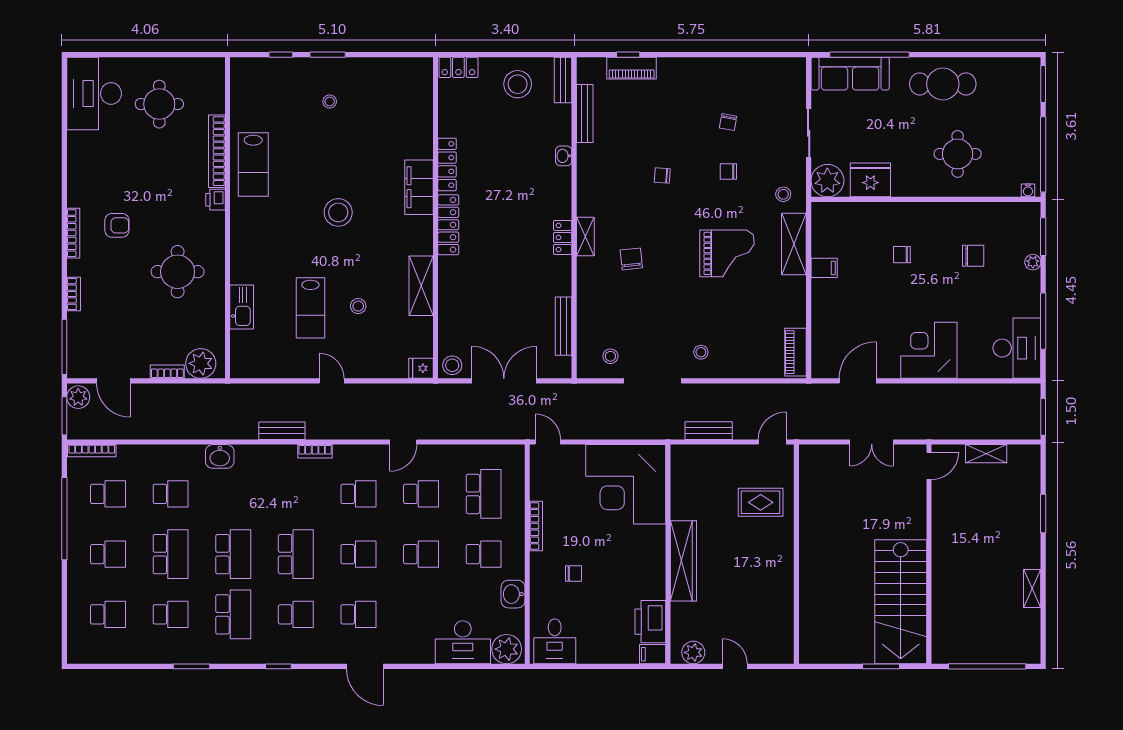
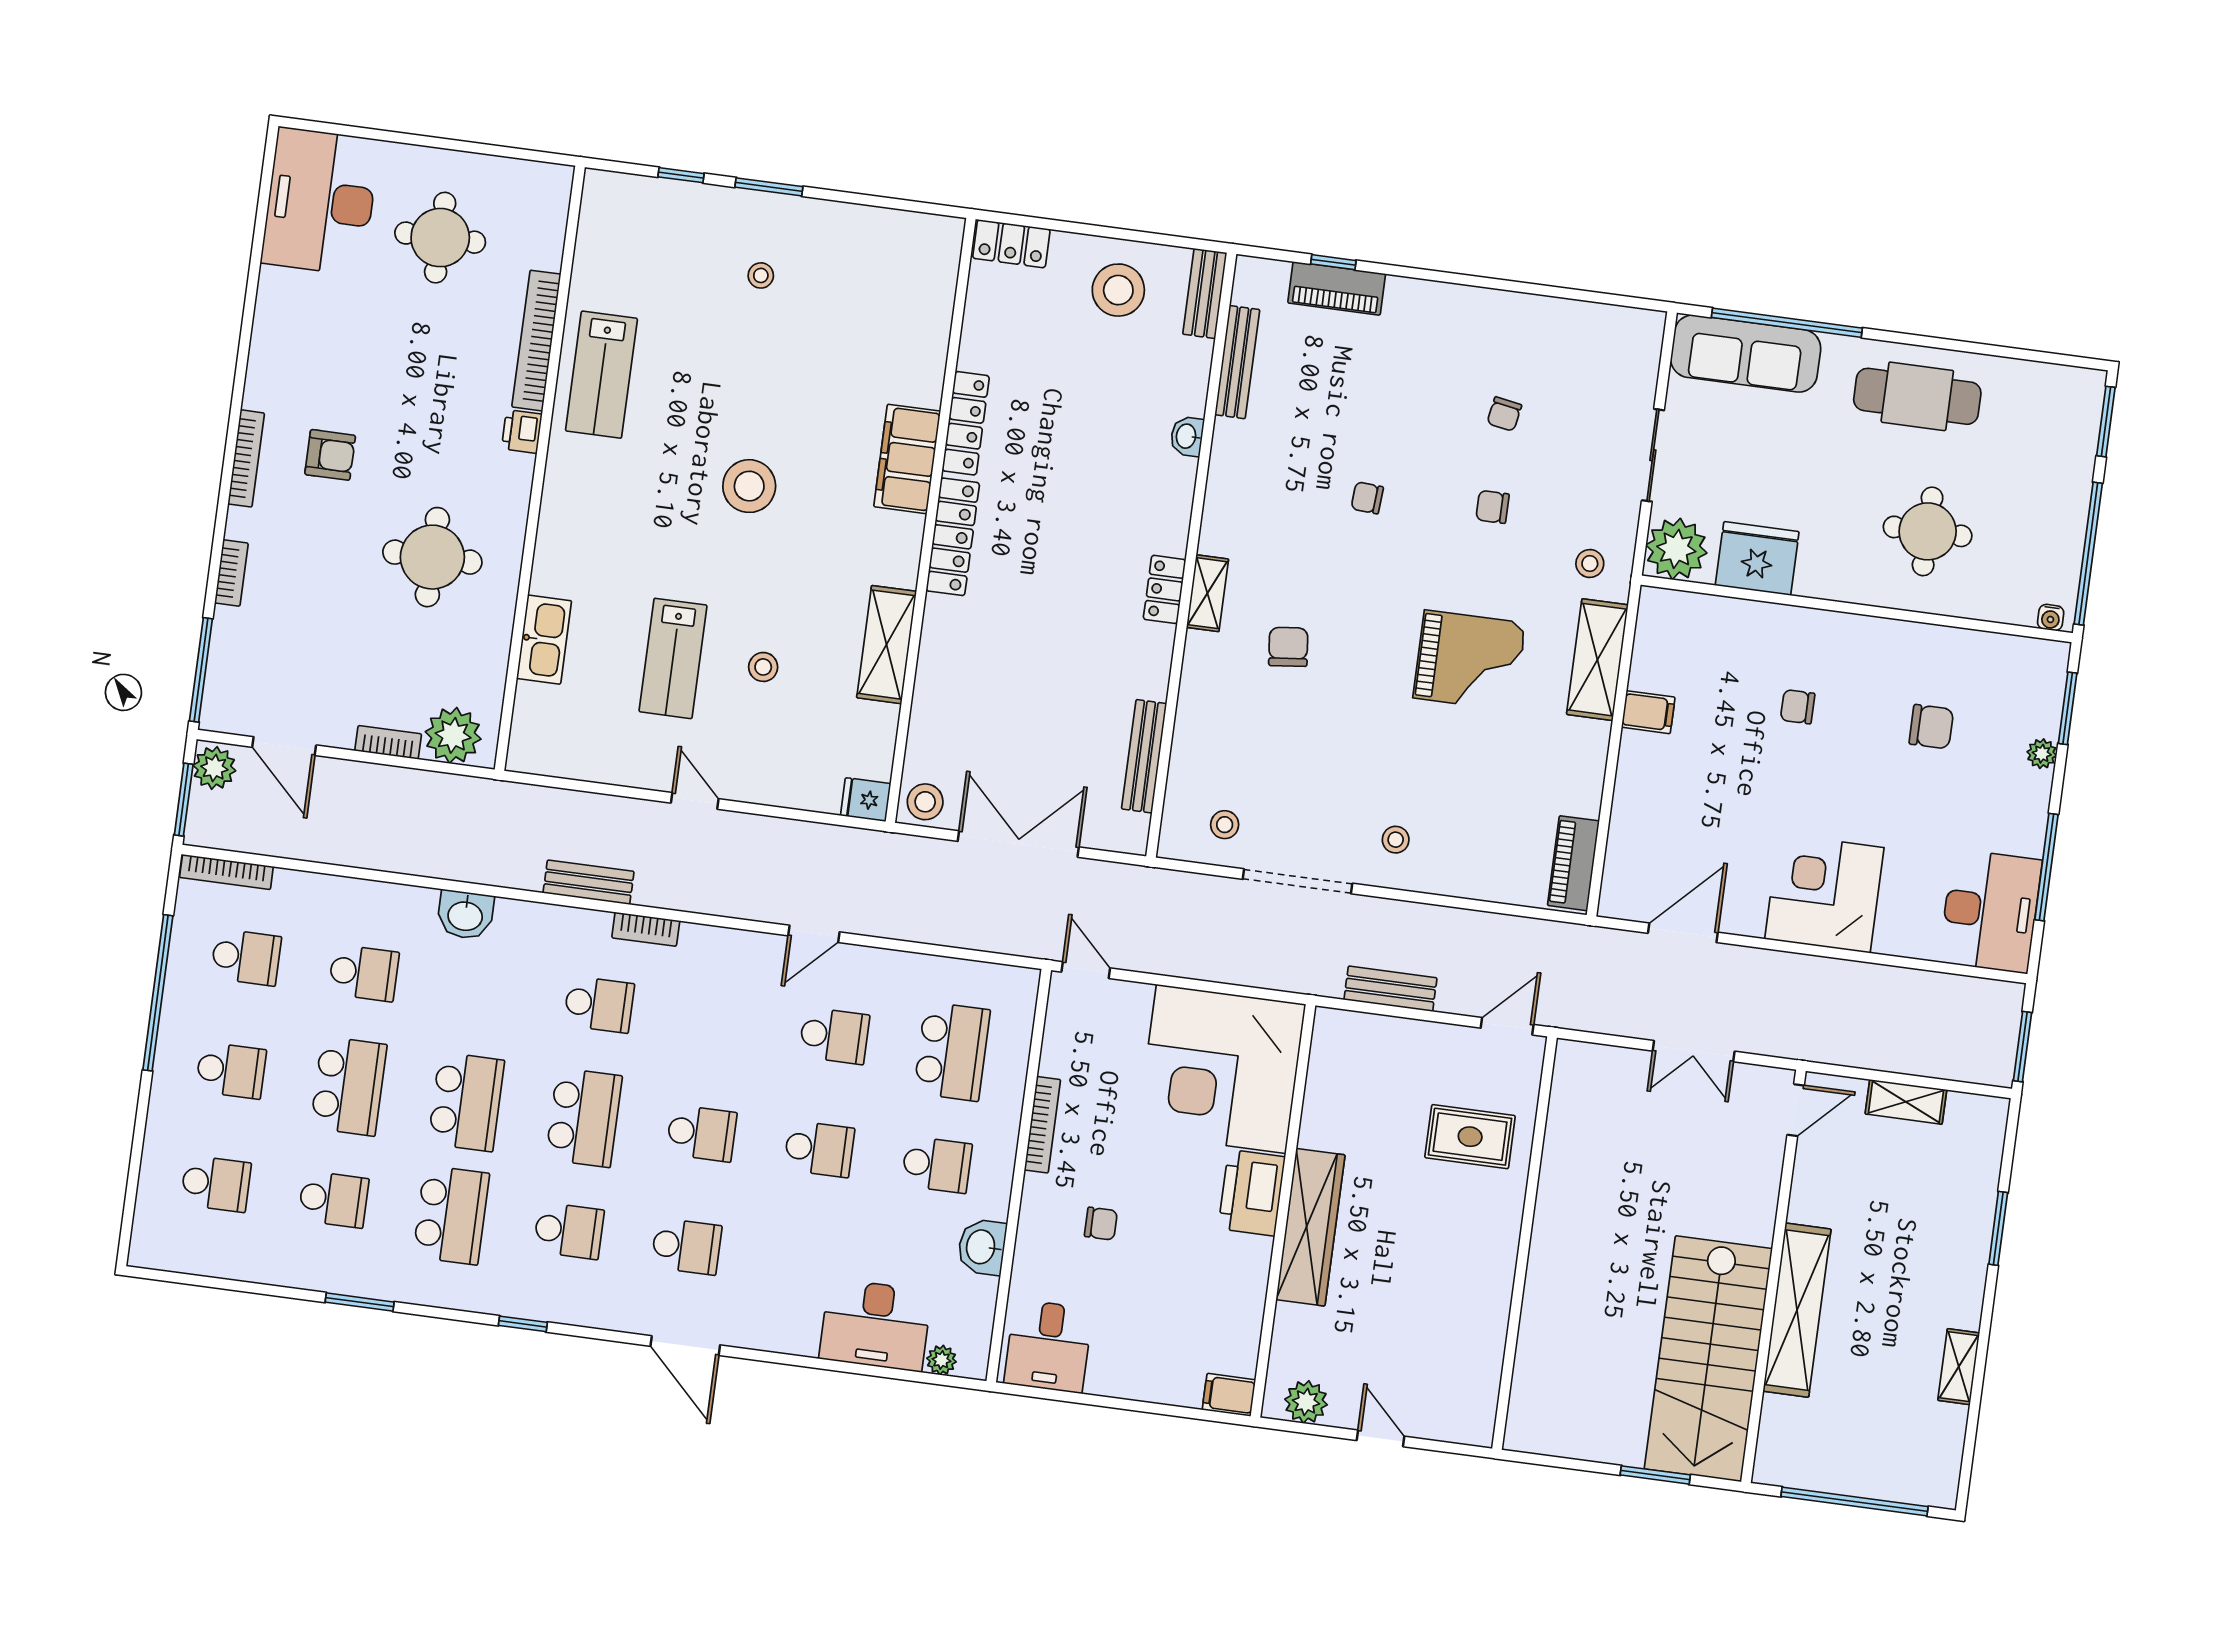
school desk: (358, 494) -> (599, 1004), moved
shelving: (944, 570) -> (1797, 1310), added
printer: (650, 622) -> (1252, 1193), moved
plant: (507, 649) -> (941, 1360), width x0.53, depth x0.53

